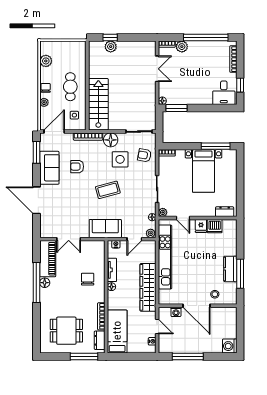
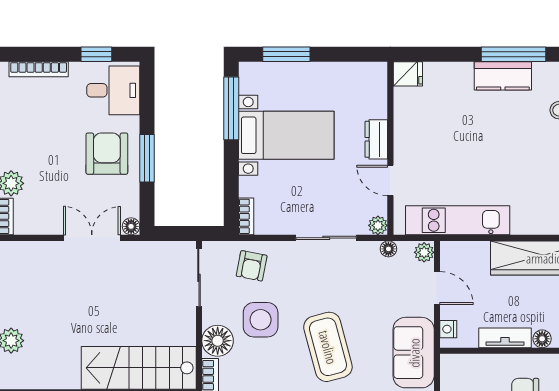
double door: (157, 69) -> (92, 238), moved
armchair: (195, 90) -> (107, 154), added
window: (177, 108) -> (147, 158), moved
window: (240, 171) -> (286, 54), added
coffee table: (108, 190) -> (328, 347), width x1.36, depth x1.32
dresser: (225, 212) -> (376, 139), moved
door: (183, 218) -> (390, 180), swing flipped
fridge: (201, 226) -> (408, 74), moved
dishwasher: (215, 226) -> (408, 111), removed
kitchen unit: (165, 257) -> (458, 220), width x0.73

